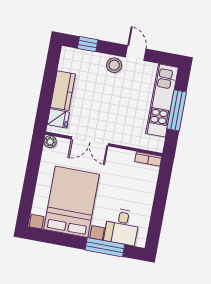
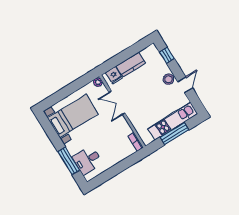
bed with nightstands: (72, 202) -> (73, 116), width x0.73

